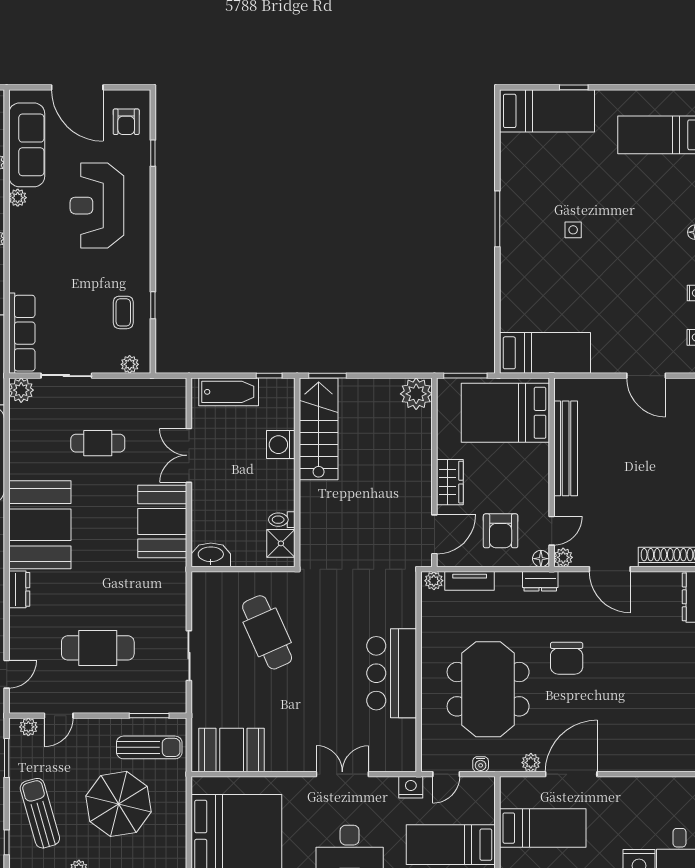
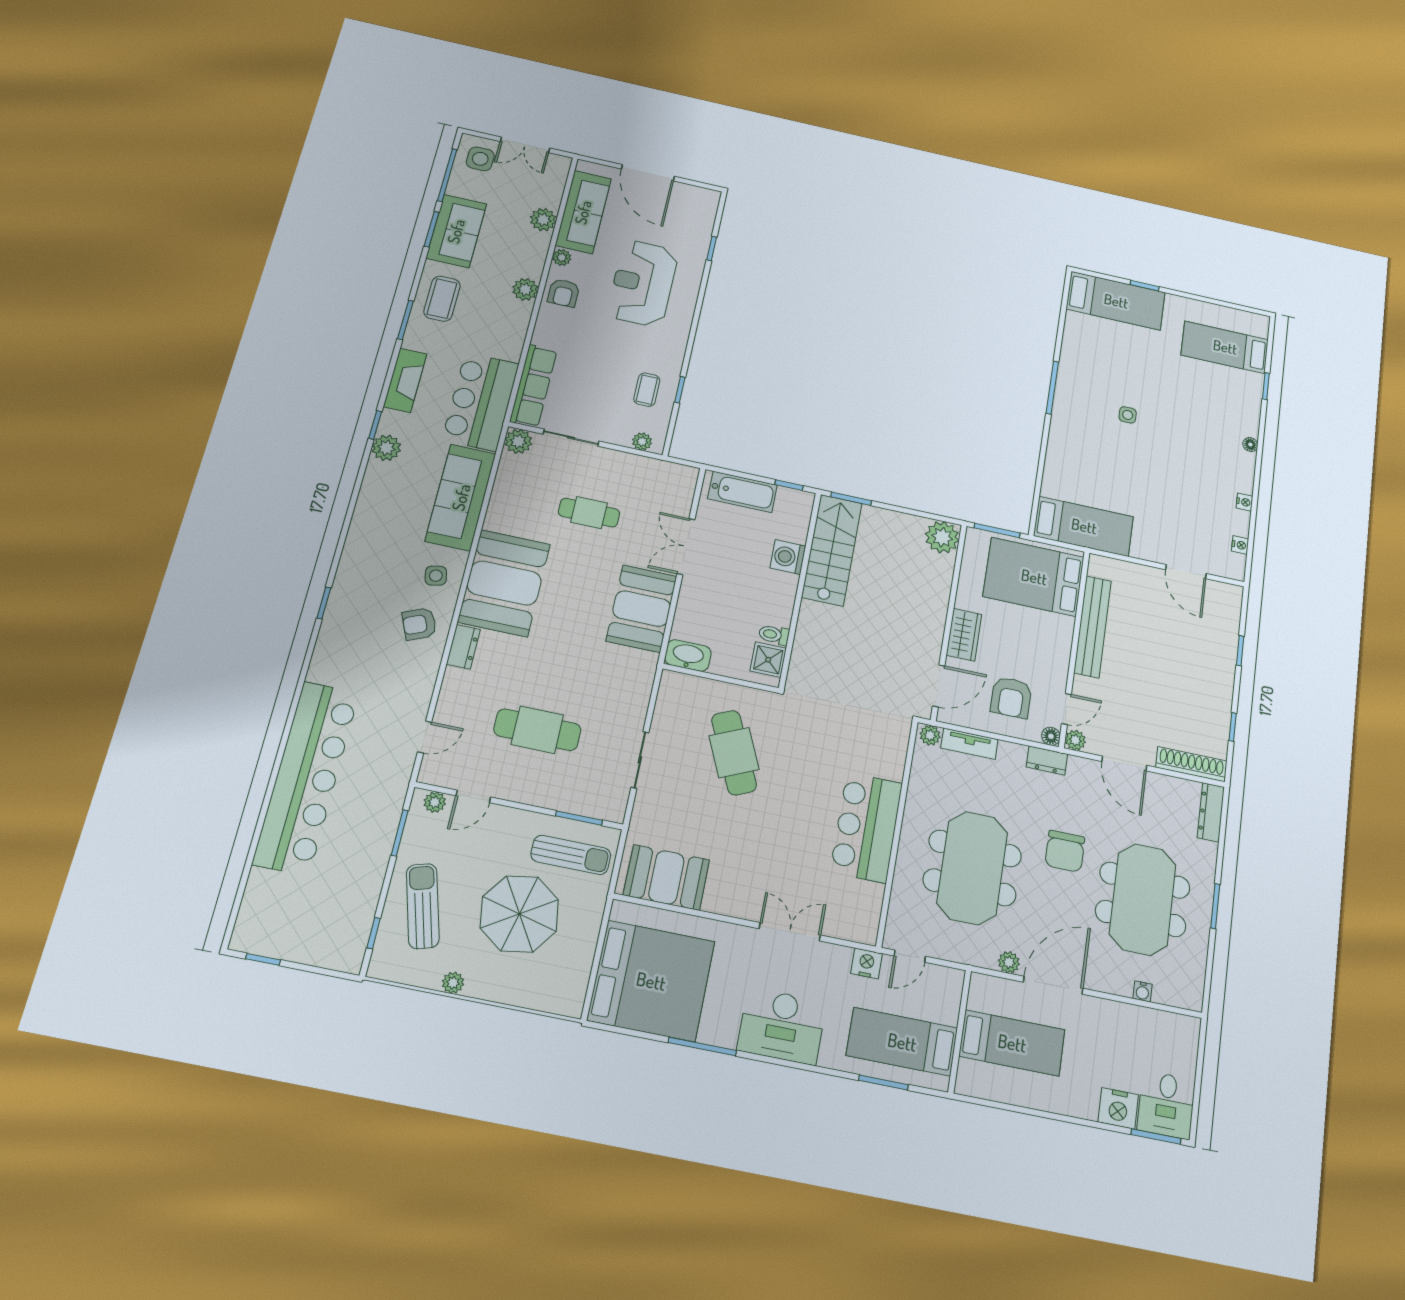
armchair: (126, 122) -> (564, 293), moved
meeting table: (640, 686) -> (1143, 899), added
water cooler: (481, 764) -> (1143, 991), moved

